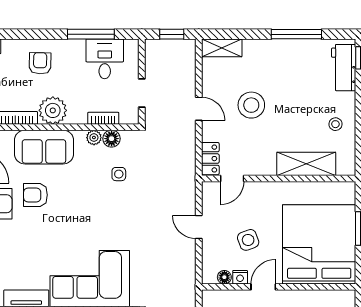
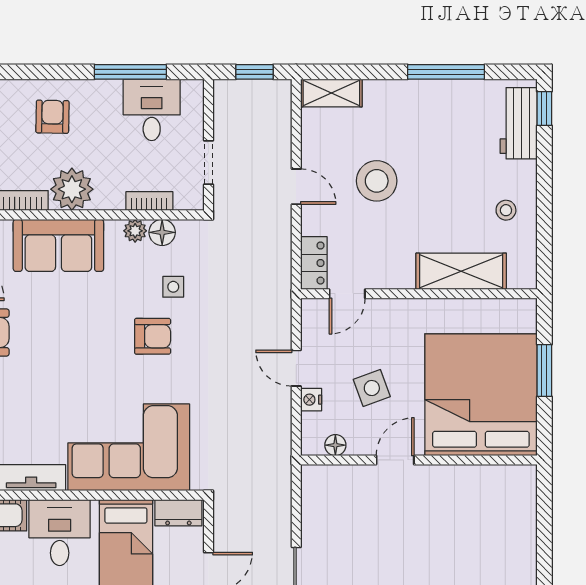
armchair: (35, 195) -> (153, 336), moved, turned 180
nightstand: (240, 277) -> (311, 400), moved, turned 90

